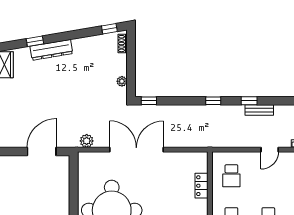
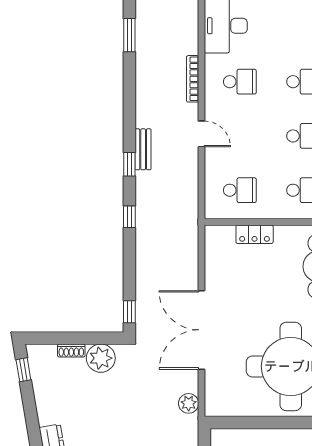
shoe rack: (123, 44) -> (71, 350), moved
plant: (122, 81) -> (101, 358), width x1.88, depth x1.88

